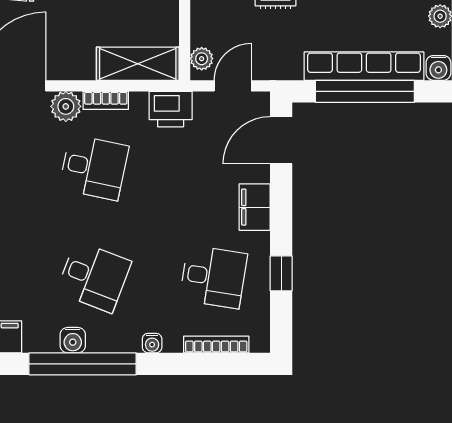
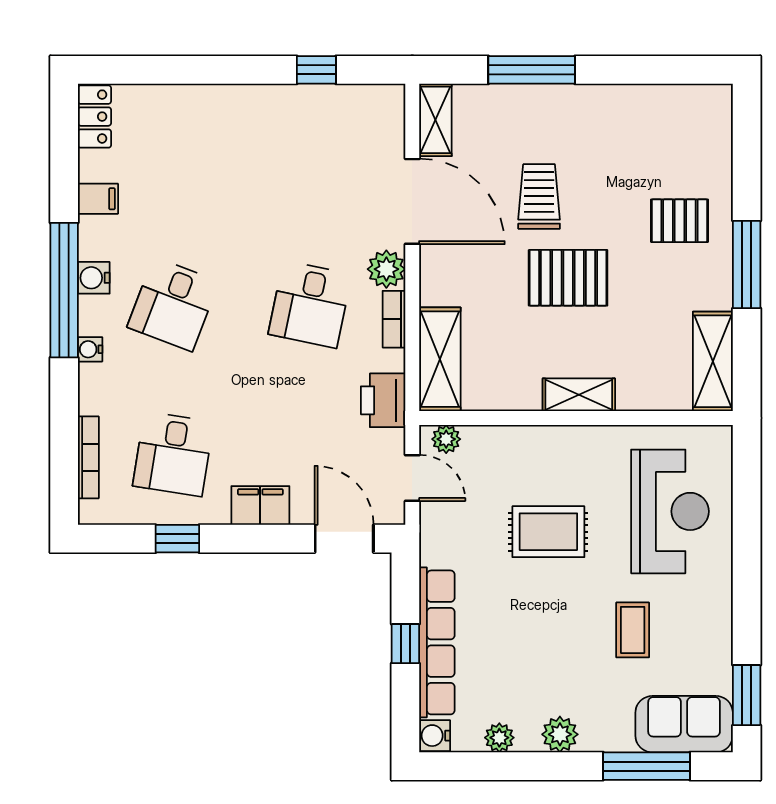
window: (365, 91) -> (405, 644), width x0.32
water cooler: (152, 343) -> (90, 349), moved

